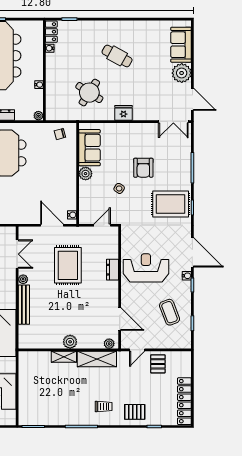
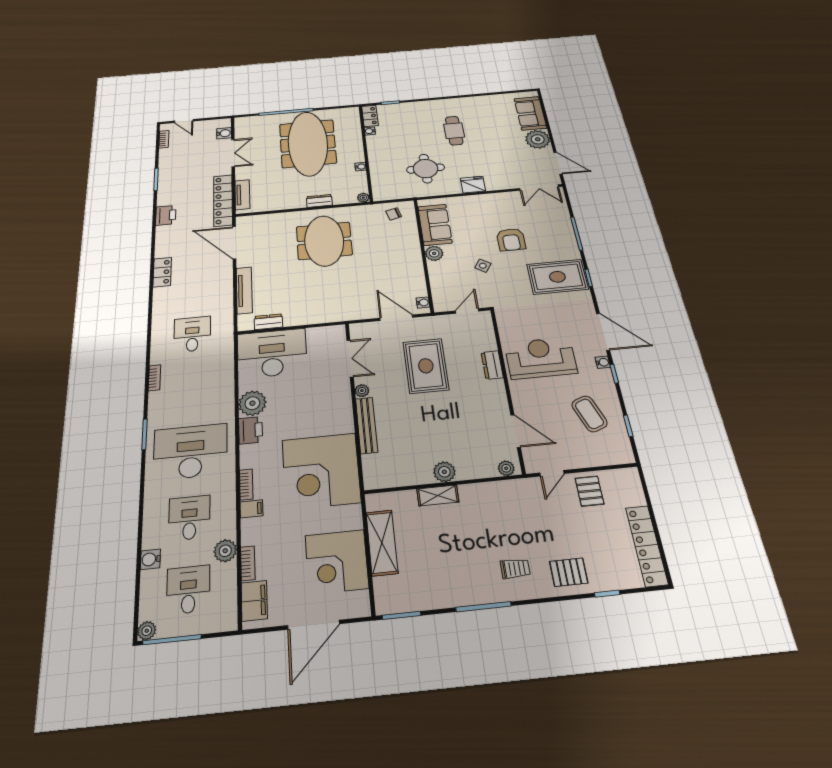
cafe table: (117, 56) -> (454, 131), turned 61
round table: (89, 93) -> (426, 169), turned -33
shelving: (97, 359) -> (382, 543), moved, turned 90

